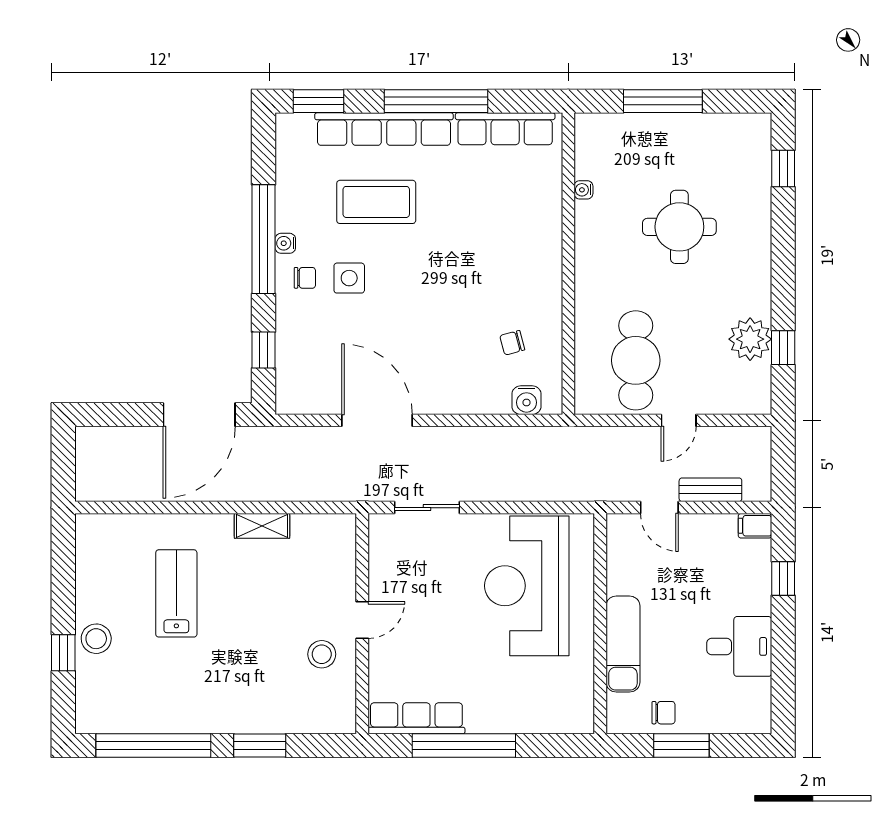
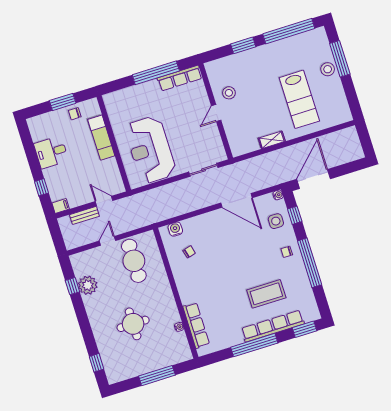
row of seats: (505, 129) -> (196, 325), moved, turned 90
water cooler: (285, 243) -> (278, 195), moved
side table: (349, 278) -> (276, 221), moved
reception desk: (527, 586) -> (150, 150), turned 180
lab bench: (176, 593) -> (299, 99), width x1.36, depth x1.39
window: (63, 653) -> (340, 59), width x2.17

